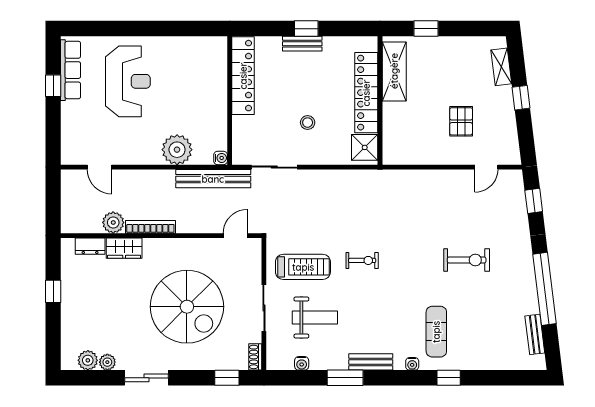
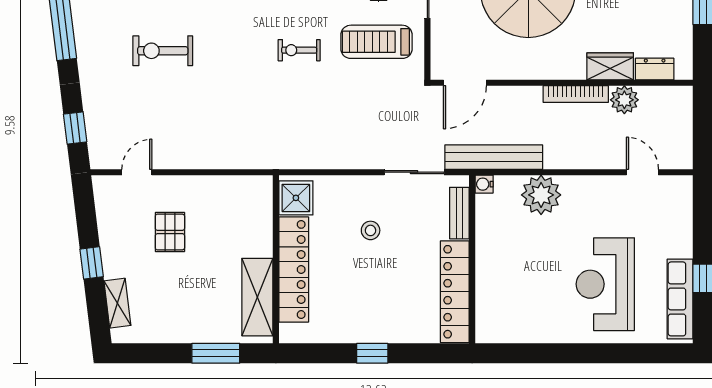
window: (426, 29) -> (216, 353), width x1.50
bench: (302, 44) -> (459, 213), moved, turned 90
door: (235, 236) -> (465, 83), width x1.37

